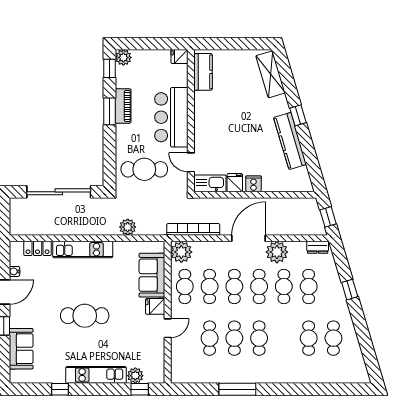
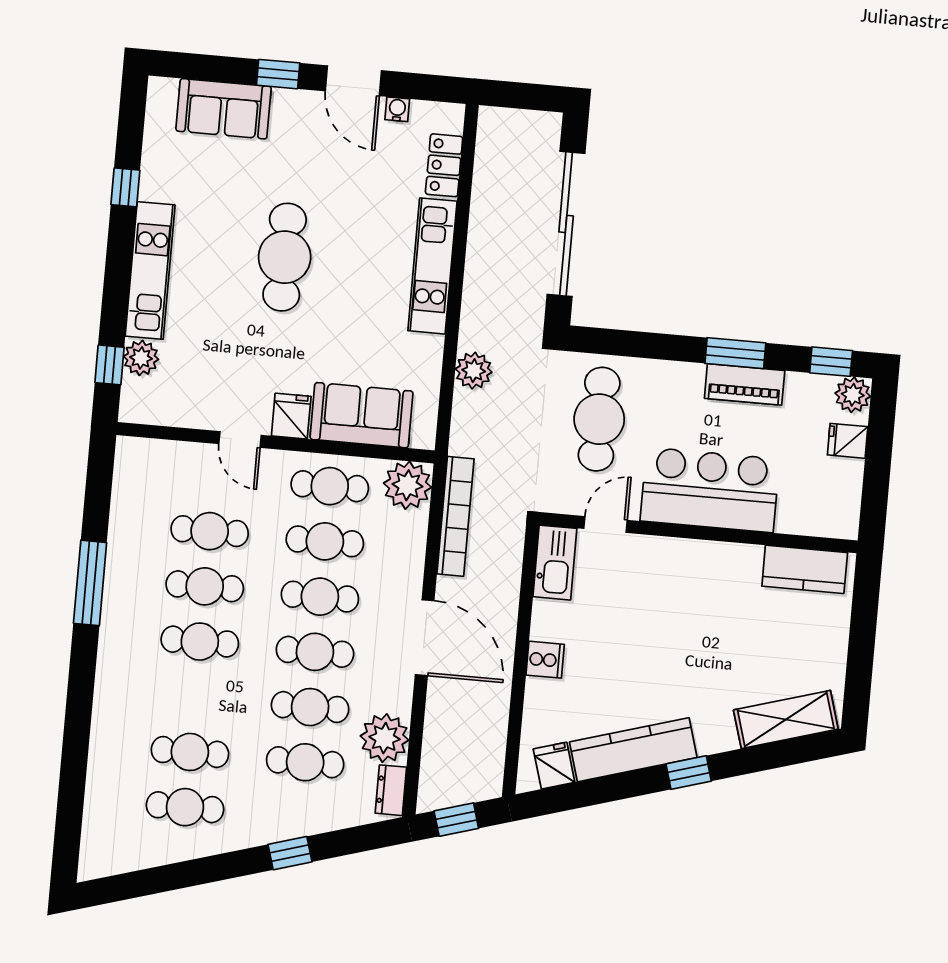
fridge: (180, 57) -> (848, 441), moved, turned -90
fridge: (235, 183) -> (554, 766), moved, turned -107
plant: (277, 252) -> (385, 738), moved

